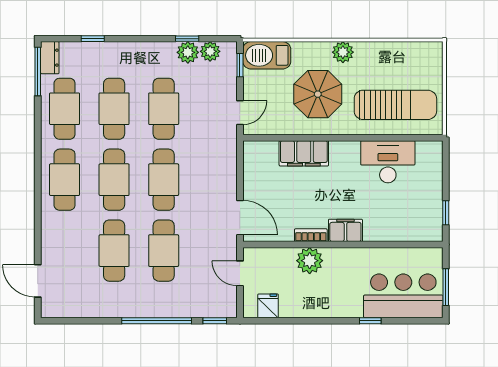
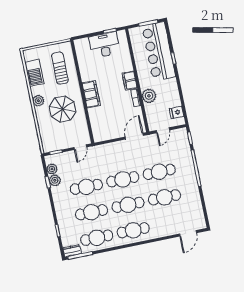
barbecue: (267, 55) -> (34, 73), moved
sun lounger: (395, 105) -> (60, 68), width x0.73, depth x0.75
door: (240, 113) -> (80, 147), swing flipped
filing cabinet: (304, 153) -> (91, 94), moved
desk: (388, 162) -> (104, 45), moved, turned 90
bar counter: (403, 296) -> (159, 51), width x1.36

